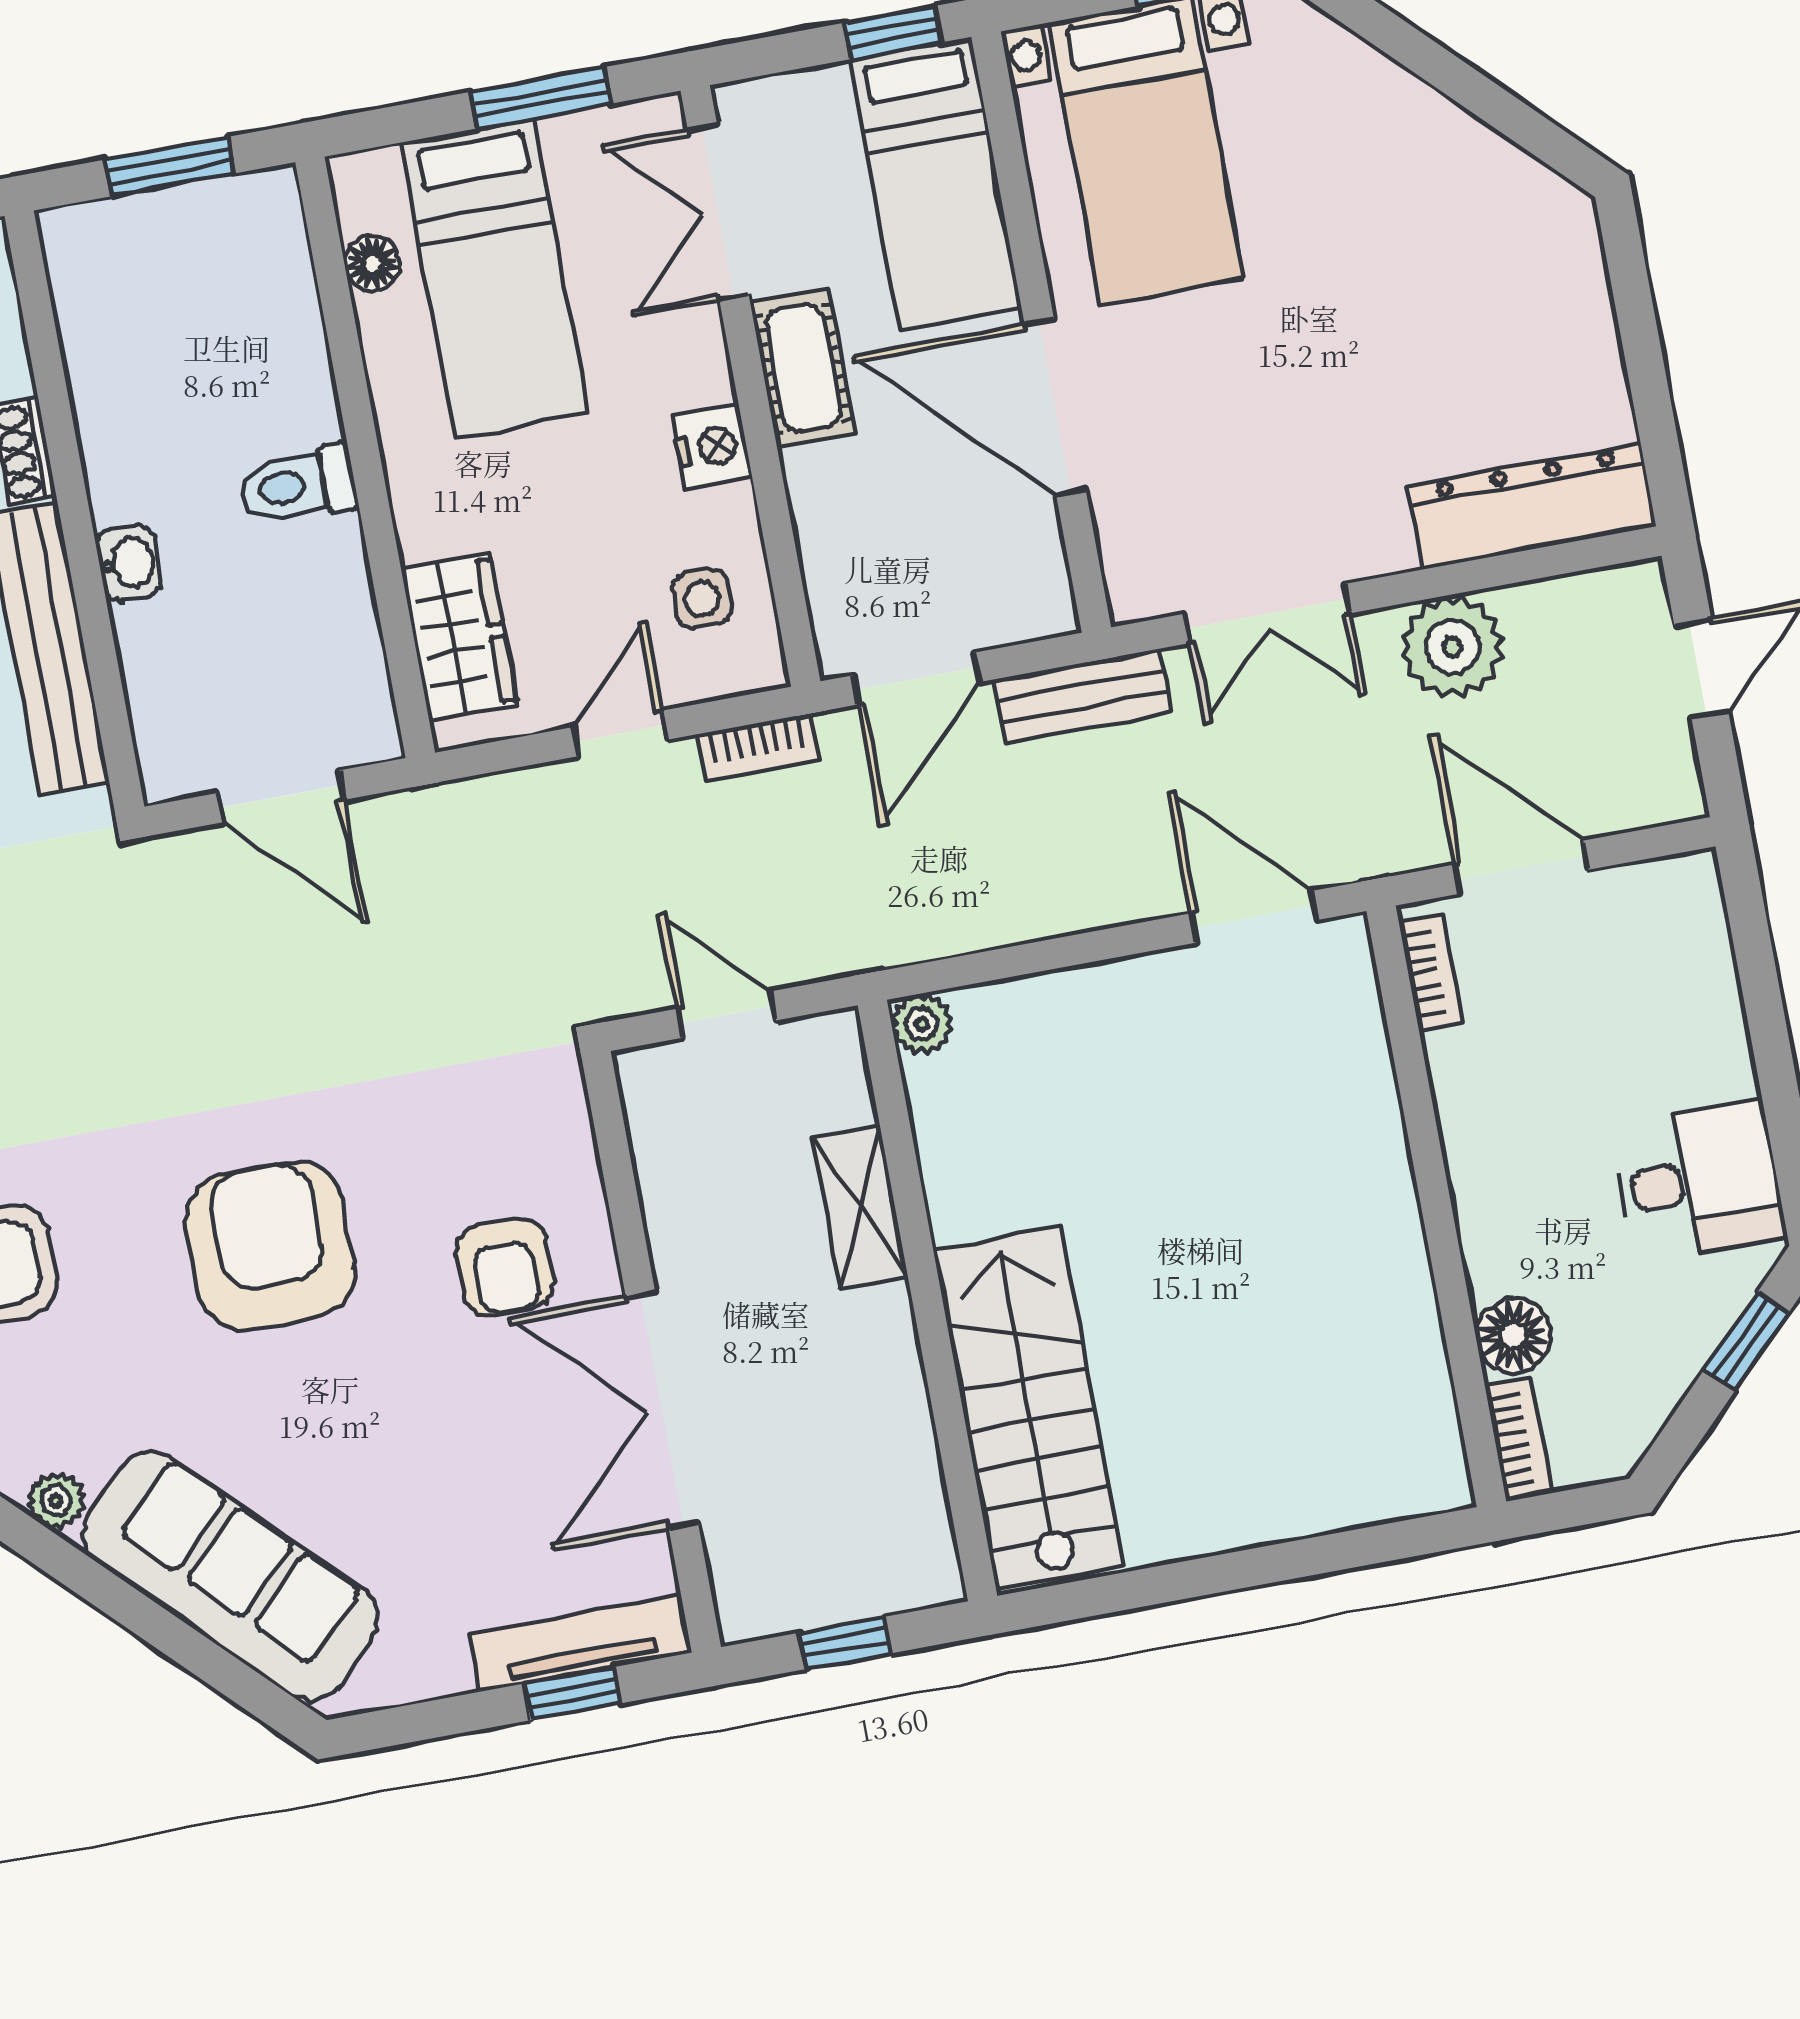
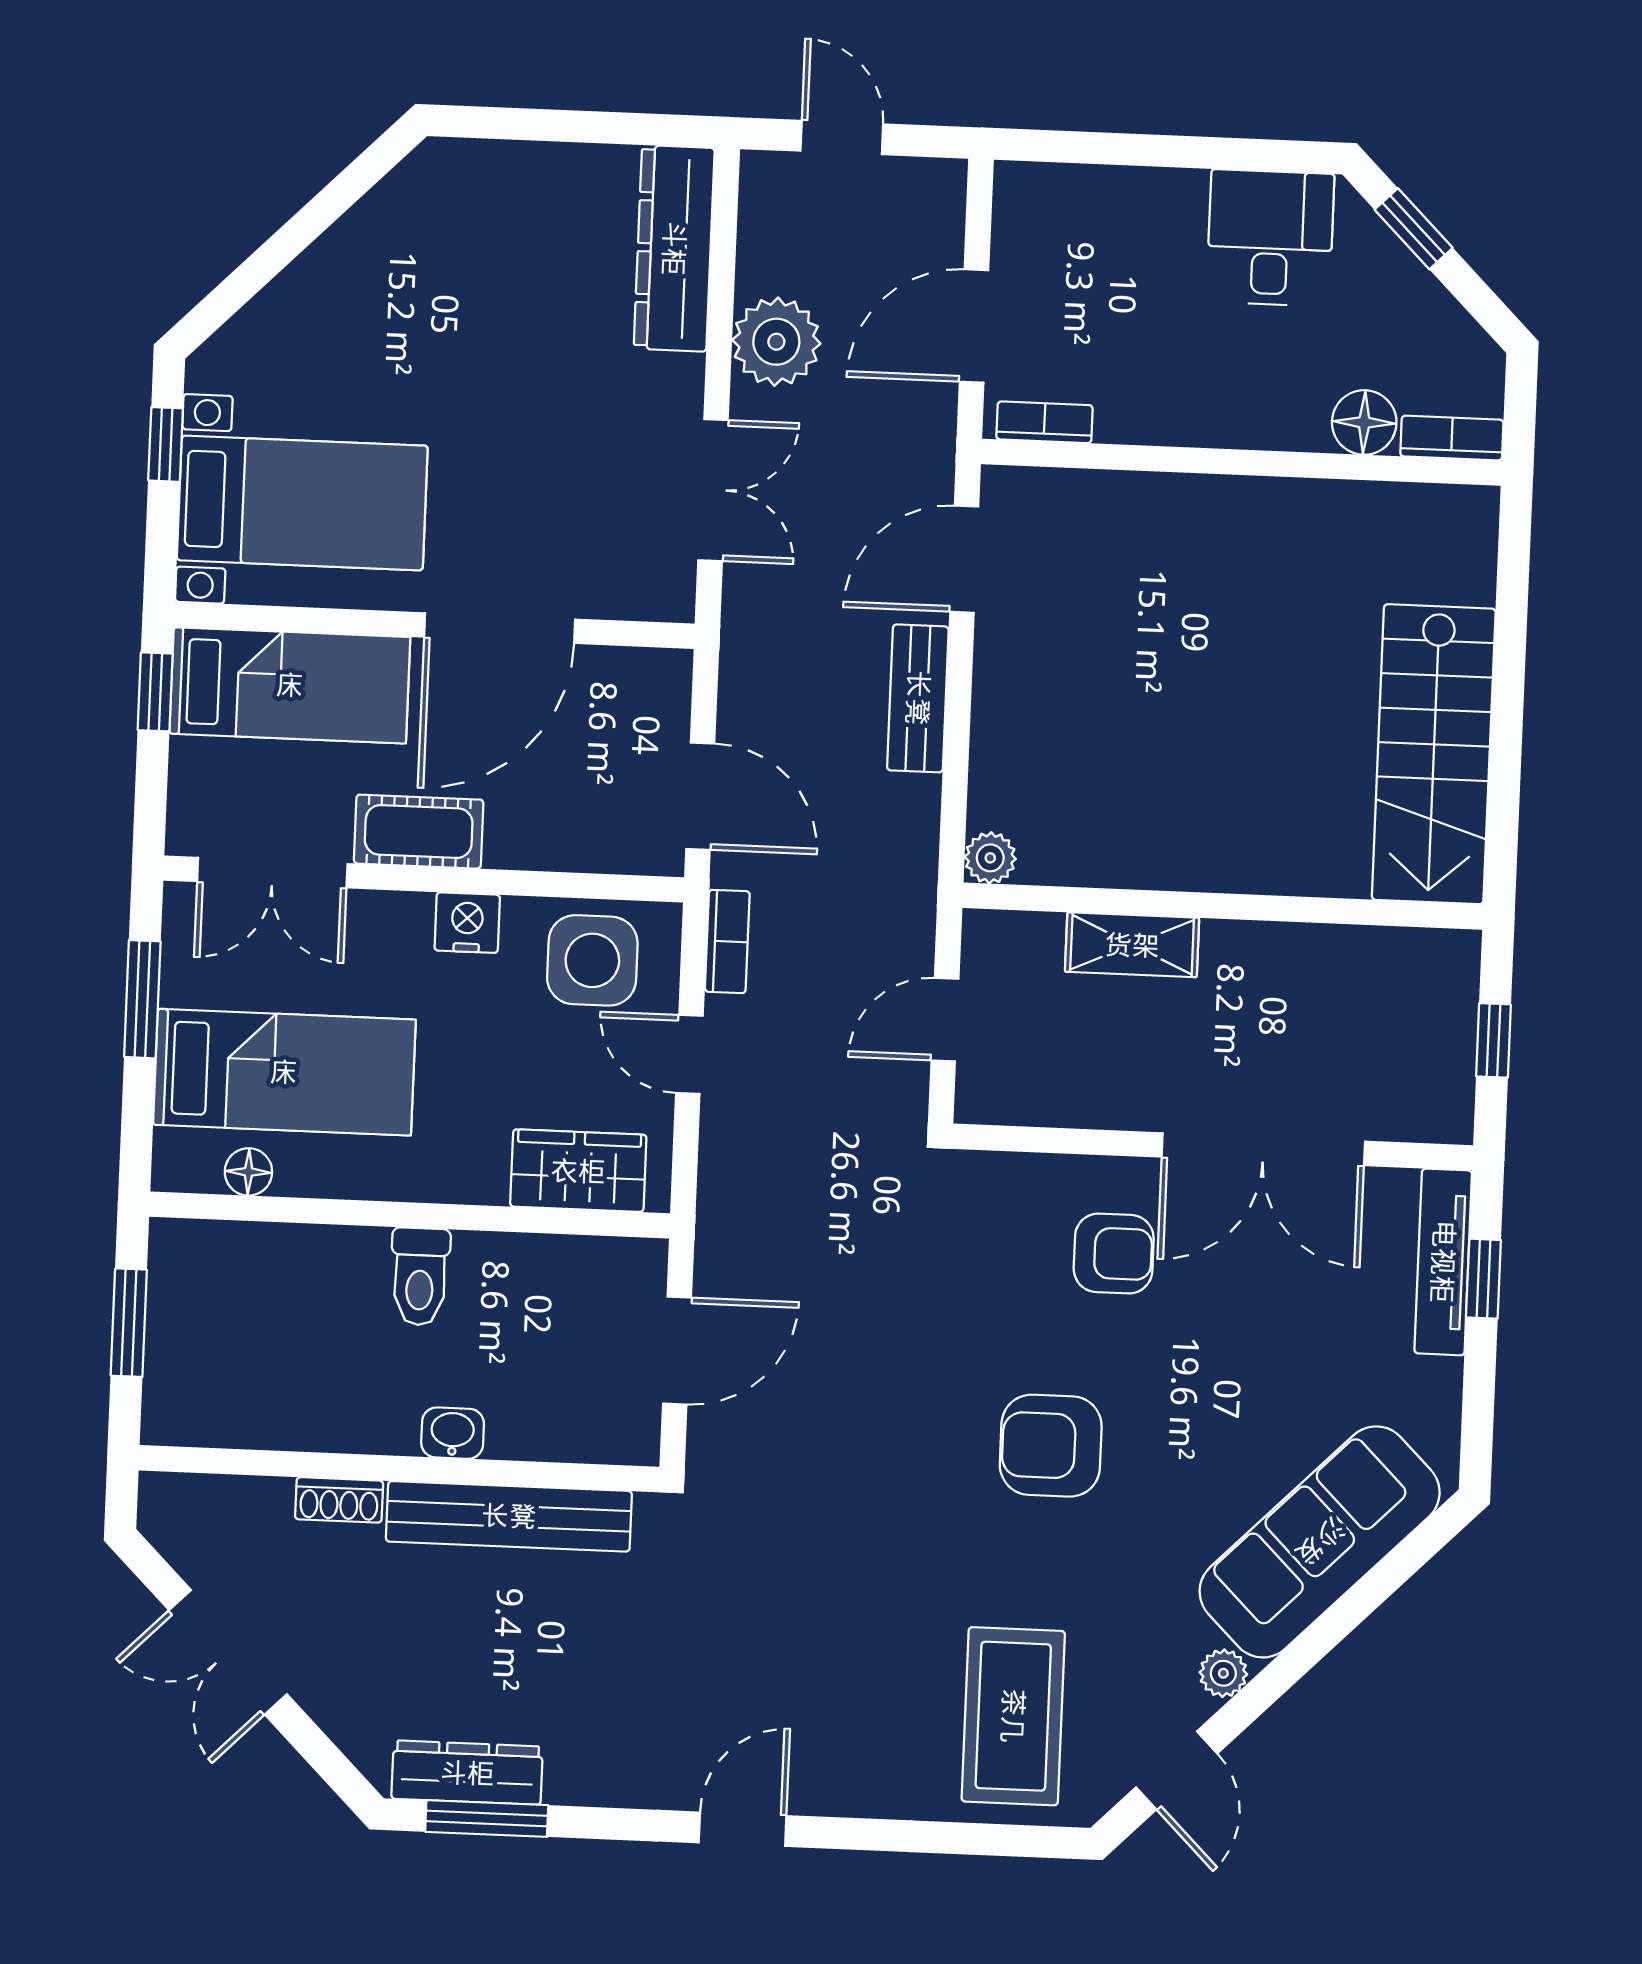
side table: (702, 599) -> (592, 960), width x1.87, depth x1.87
bench: (1083, 696) -> (918, 698), moved
armchair: (270, 1246) -> (1051, 1446), width x0.73, depth x0.73
stairs: (1029, 1408) -> (1434, 754), moved, turned -90

